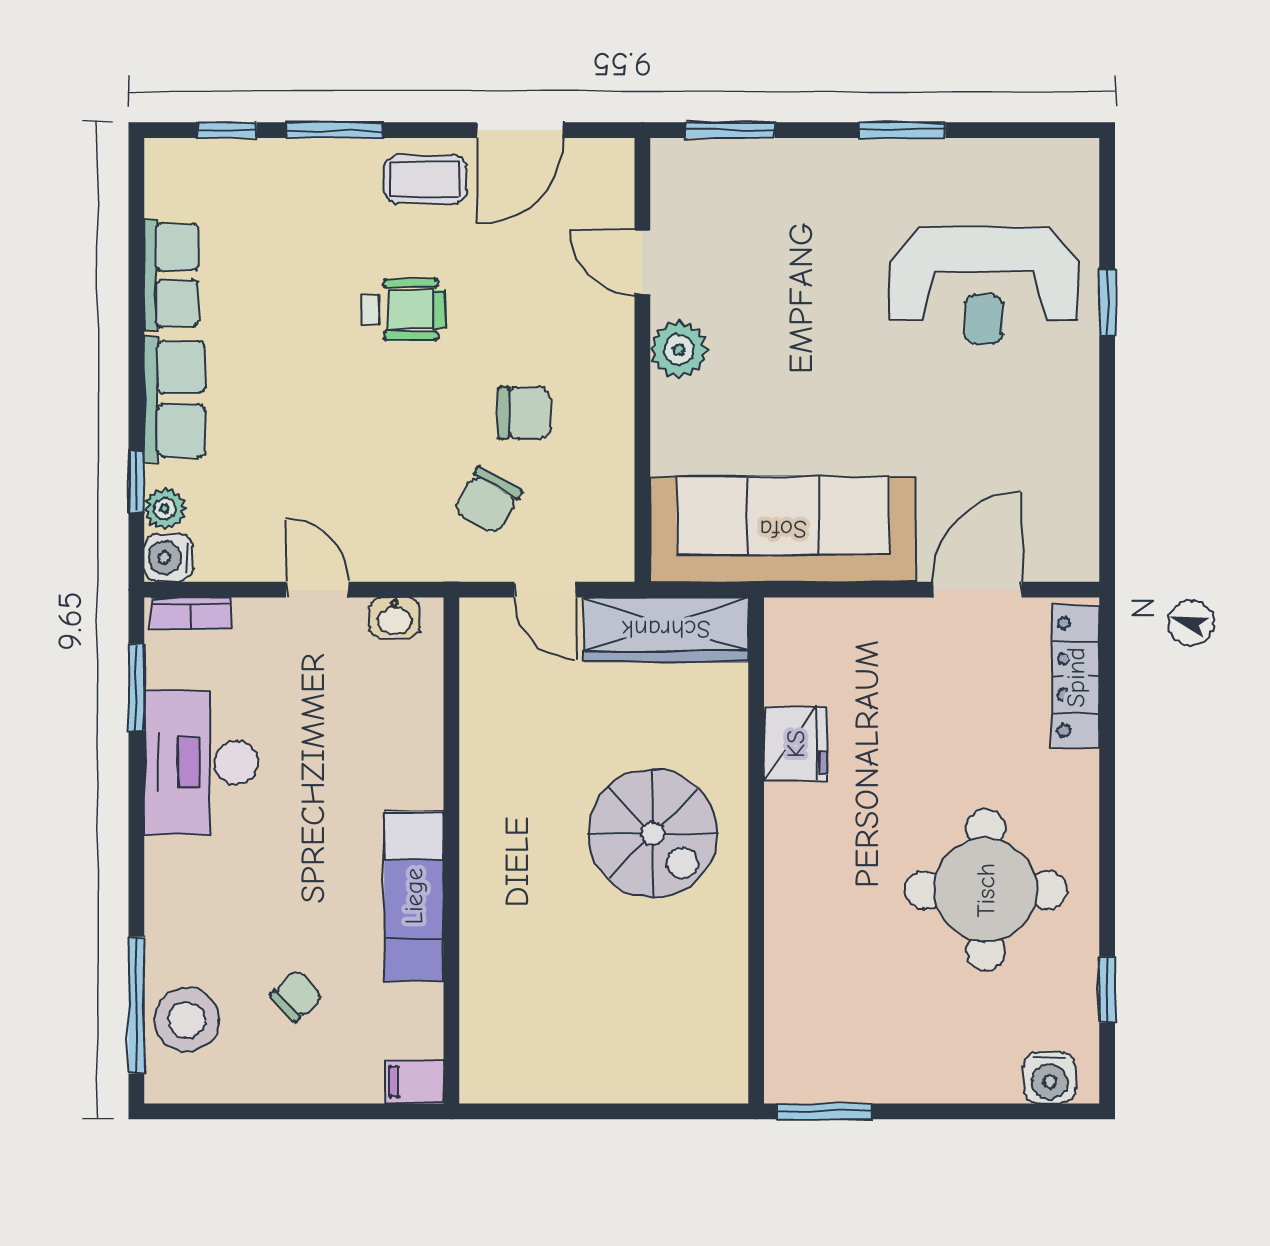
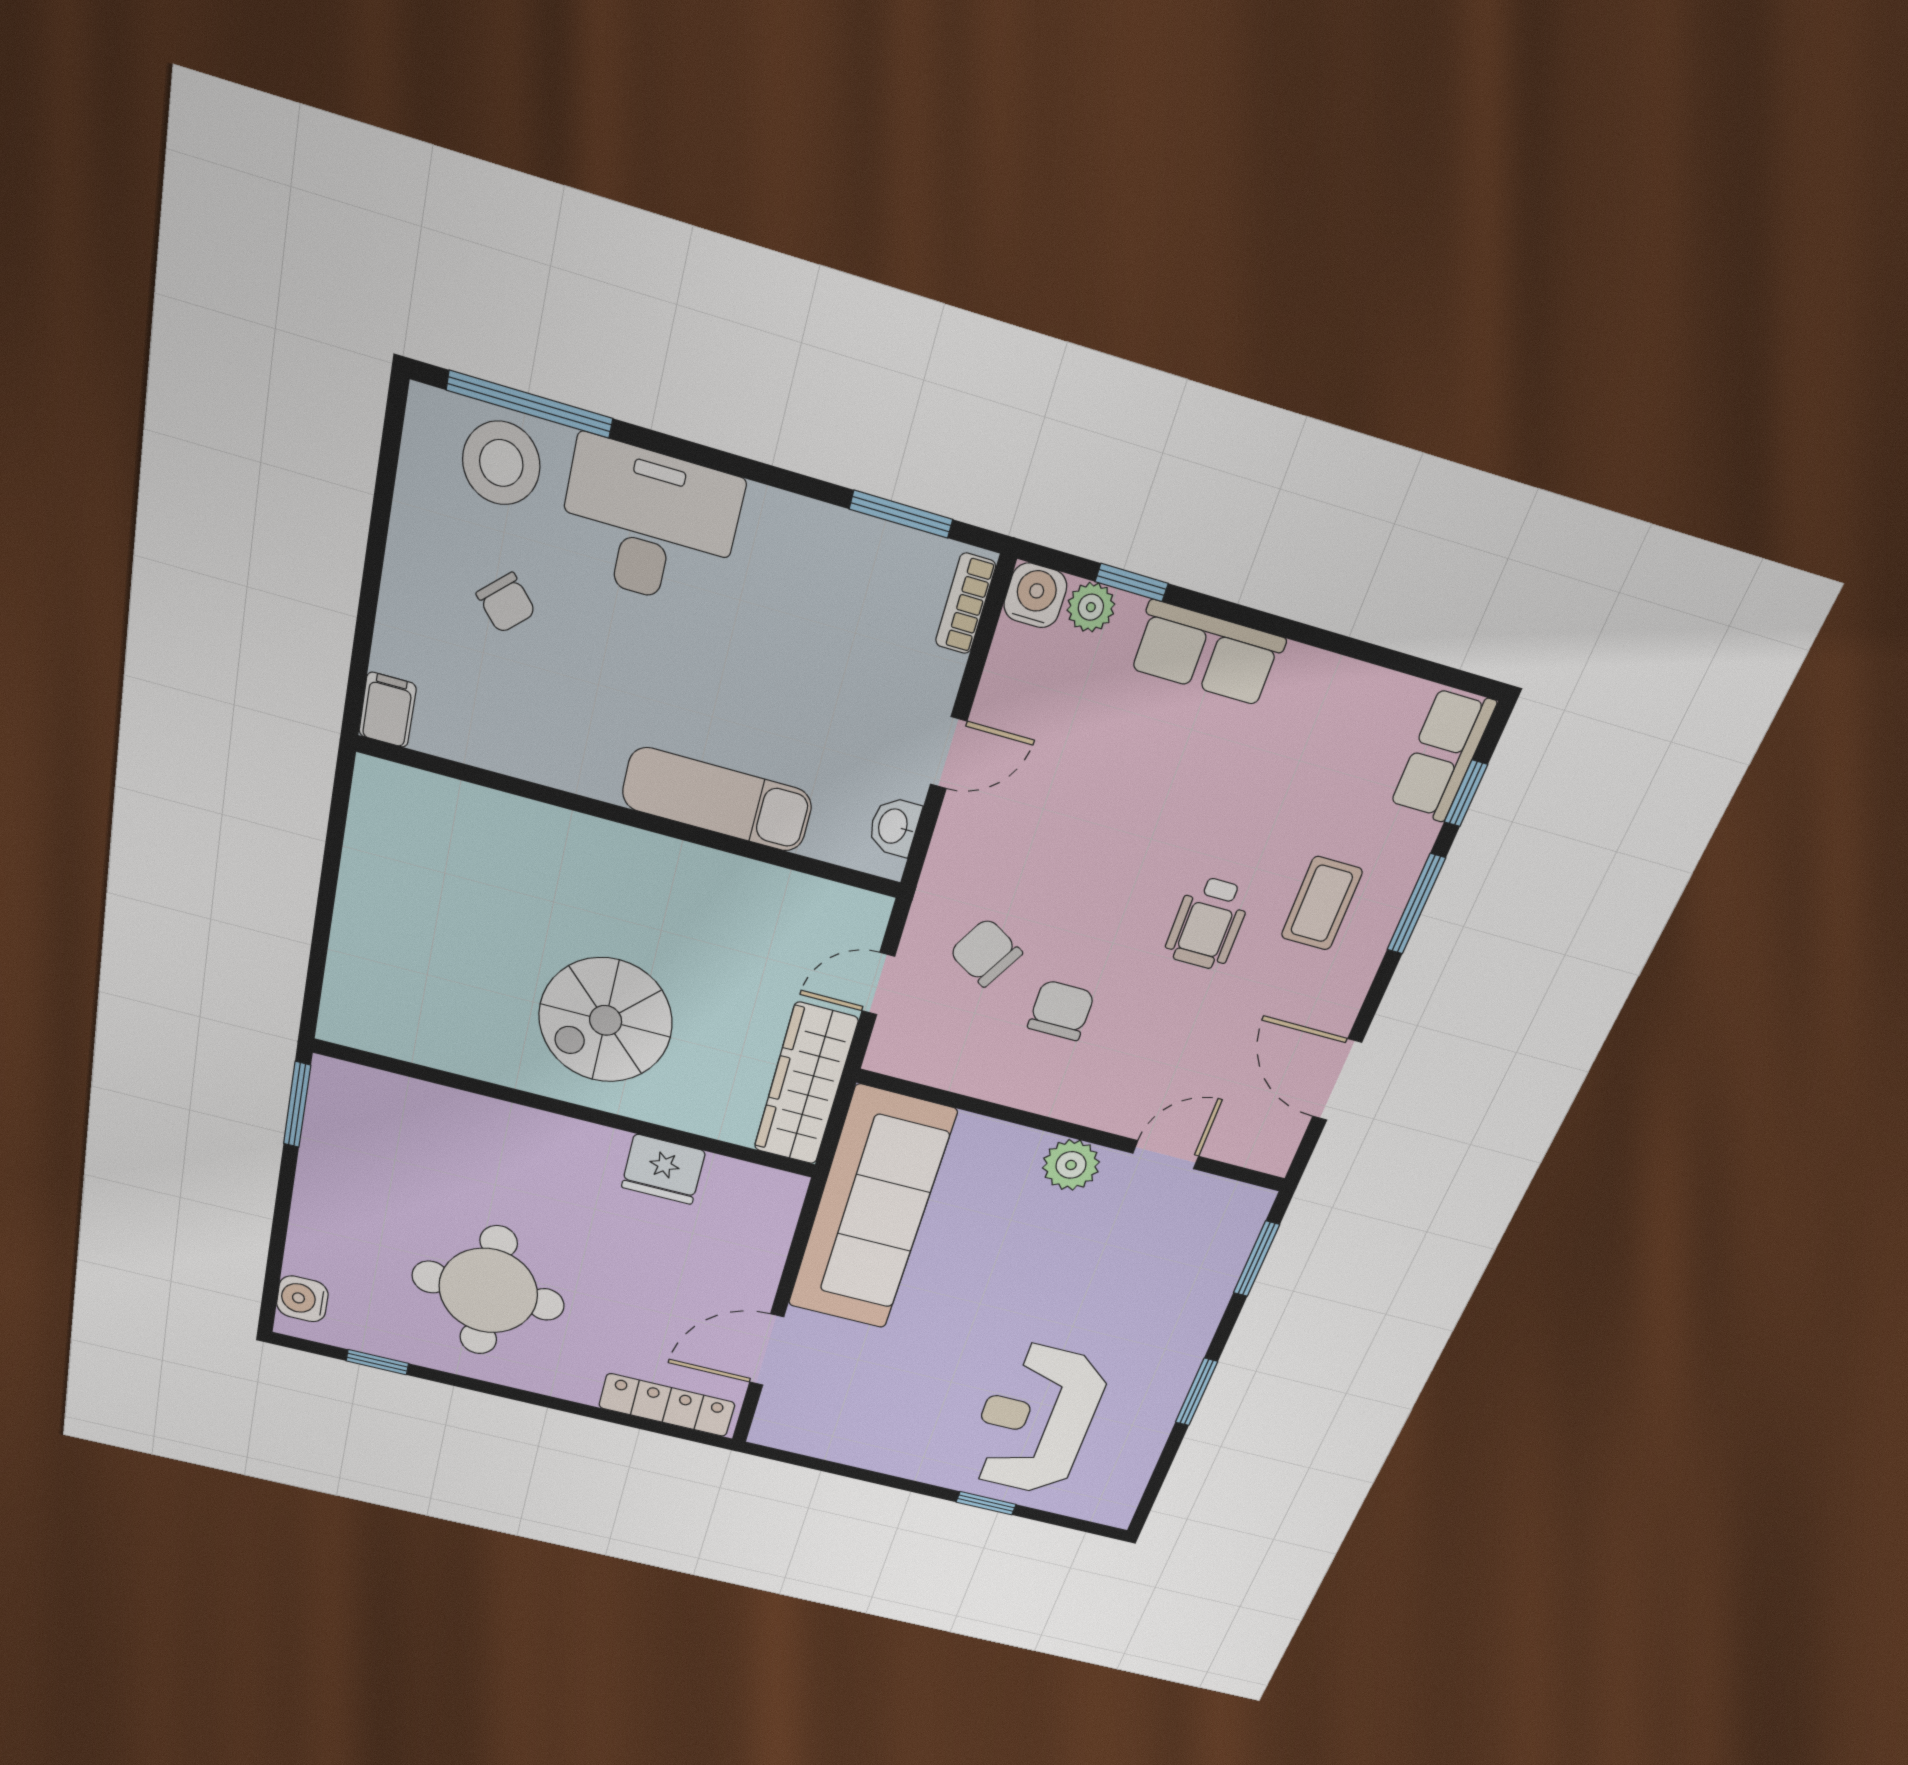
coffee table: (425, 179) -> (1322, 904), moved
row of seats: (171, 275) -> (1443, 755), moved, turned 90
chair: (524, 413) -> (1061, 1010), turned 180
door: (977, 590) -> (767, 1350), swing flipped
desk: (201, 763) -> (649, 524), moved
exam couch: (414, 896) -> (717, 800), moved

